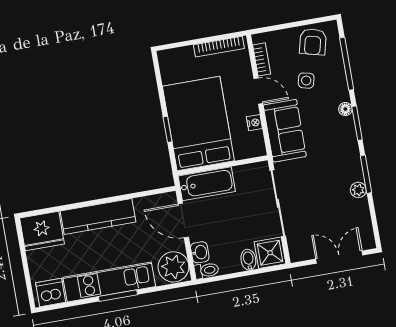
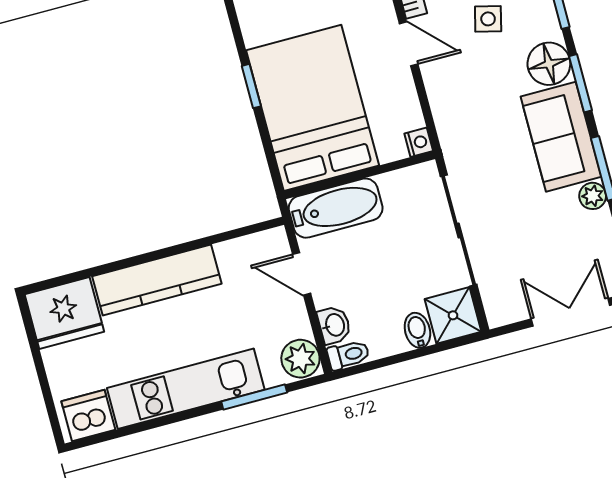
floor lamp: (345, 109) -> (549, 64), width x1.89, depth x1.89
nightstand: (254, 123) -> (419, 142), moved
window: (167, 129) -> (251, 86), moved
sofa: (285, 131) -> (561, 137), moved, turned 180
door: (183, 221) -> (302, 274), width x0.73
plant: (173, 267) -> (300, 359), width x0.73, depth x0.73
window: (118, 296) -> (254, 397), moved

